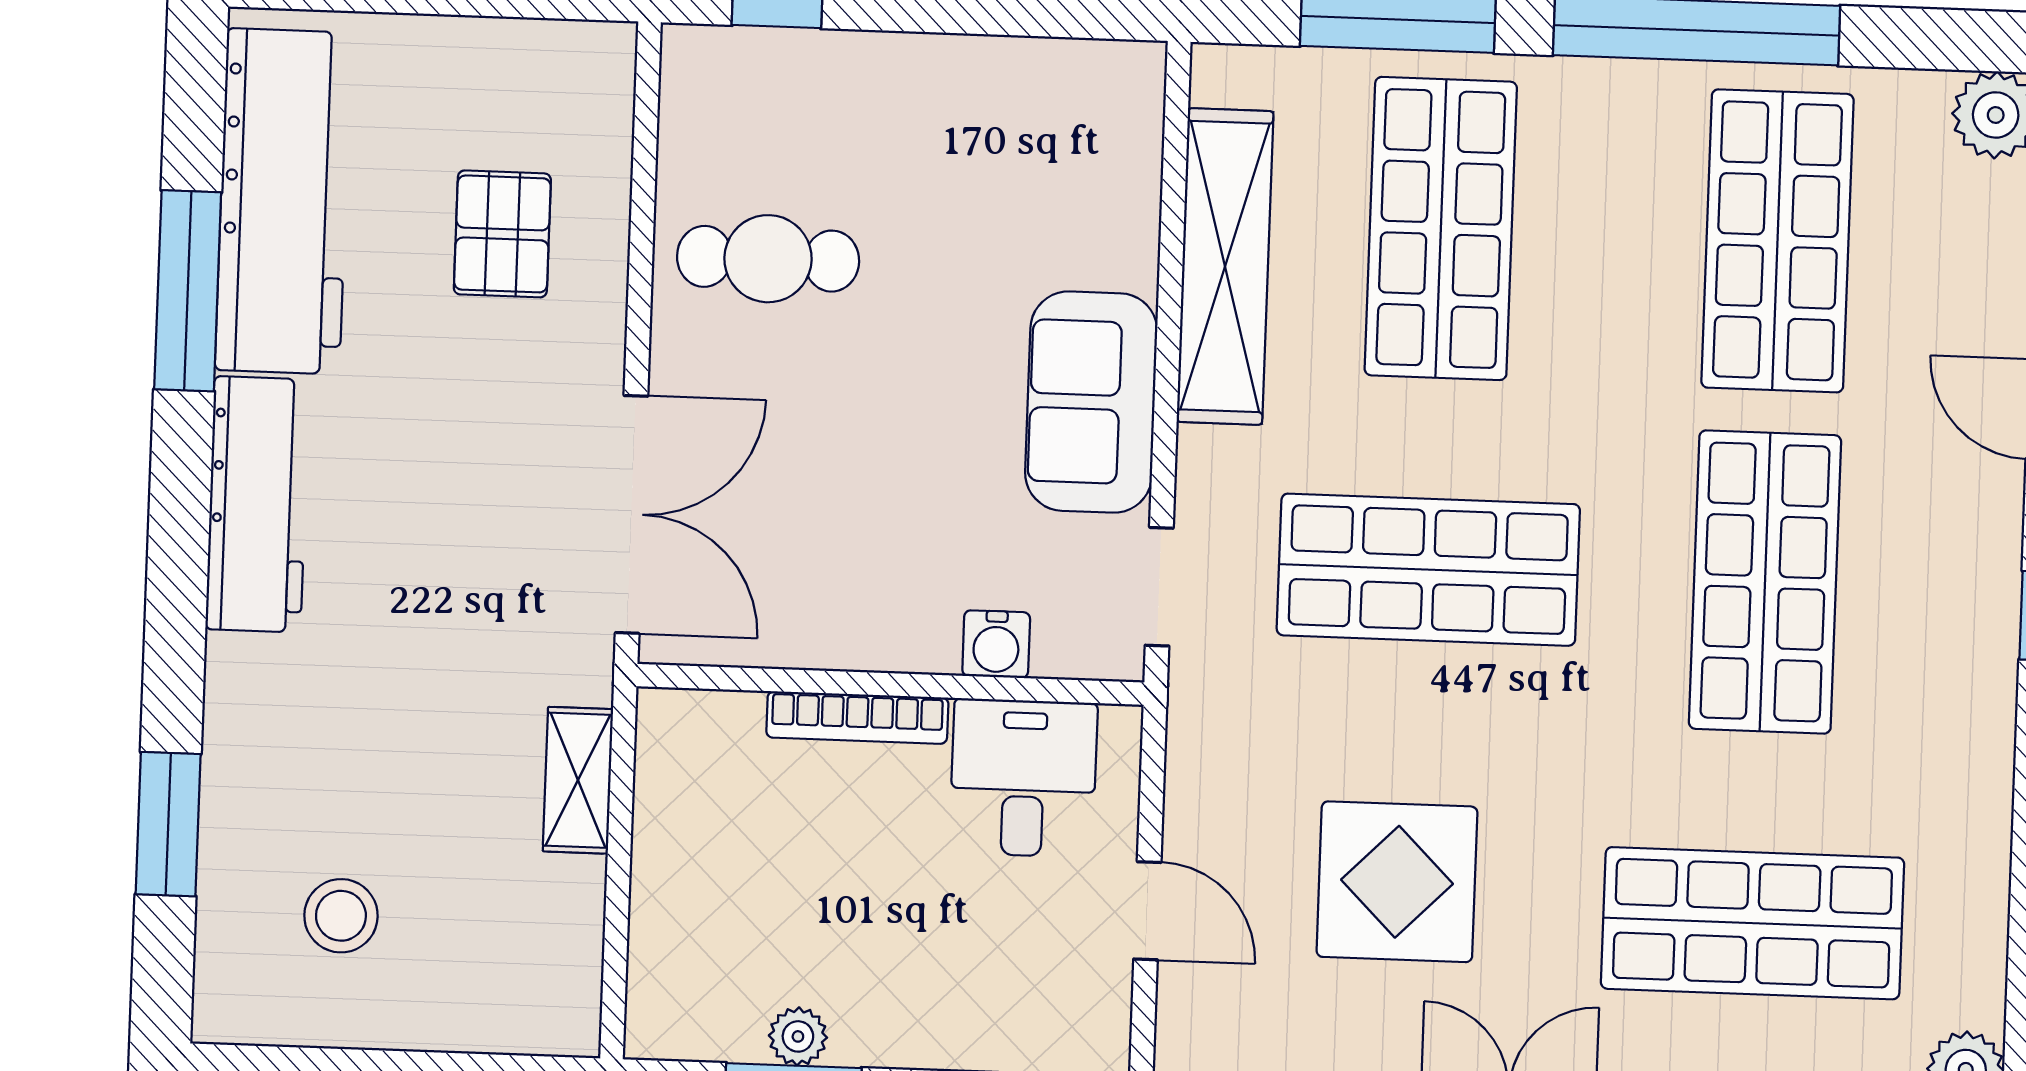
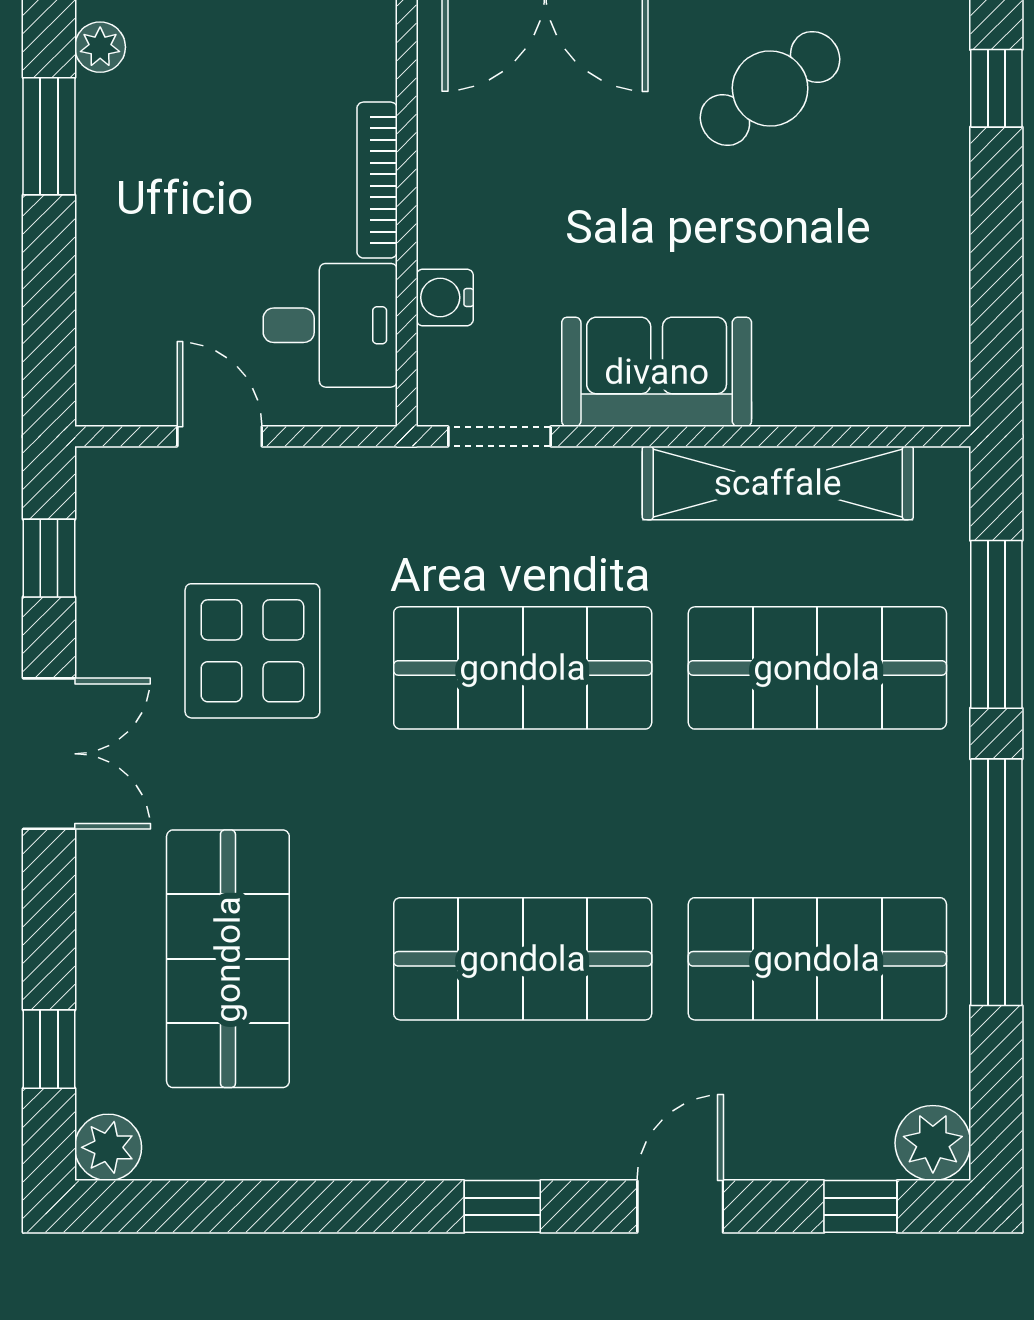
cafe table: (768, 259) -> (770, 88), turned 55
shop shelf: (1428, 570) -> (523, 668), turned 90
door: (1147, 911) -> (220, 436), swing flipped
plant: (798, 1036) -> (100, 47), moved

